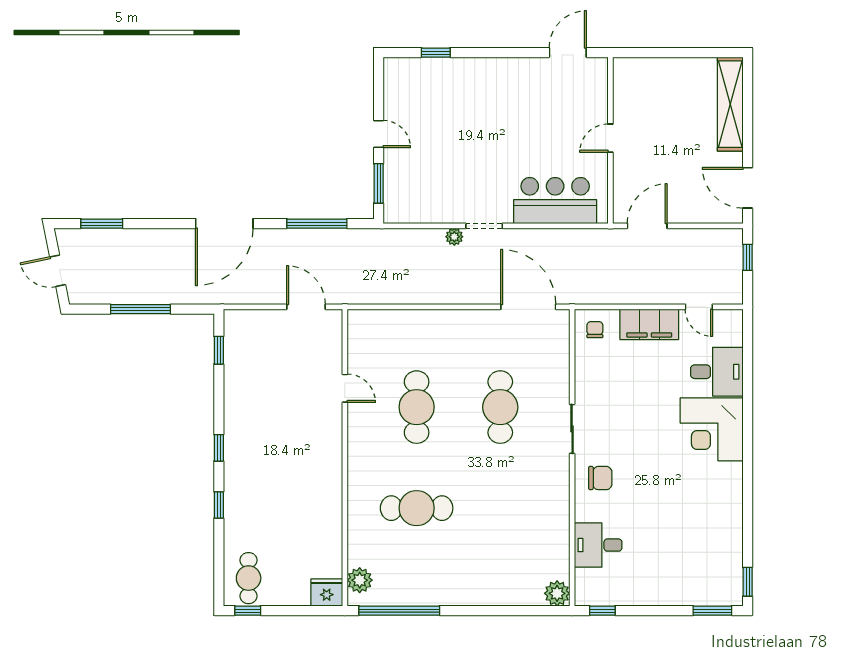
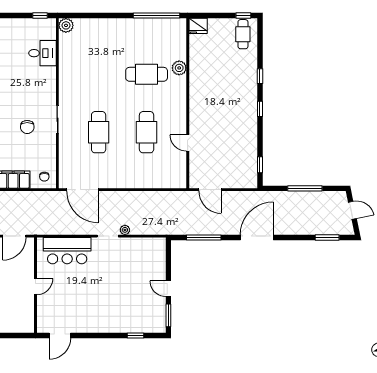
window: (379, 183) -> (168, 315), moved
chair: (600, 478) -> (27, 127), moved, turned -90
plant: (360, 580) -> (179, 68), moved

